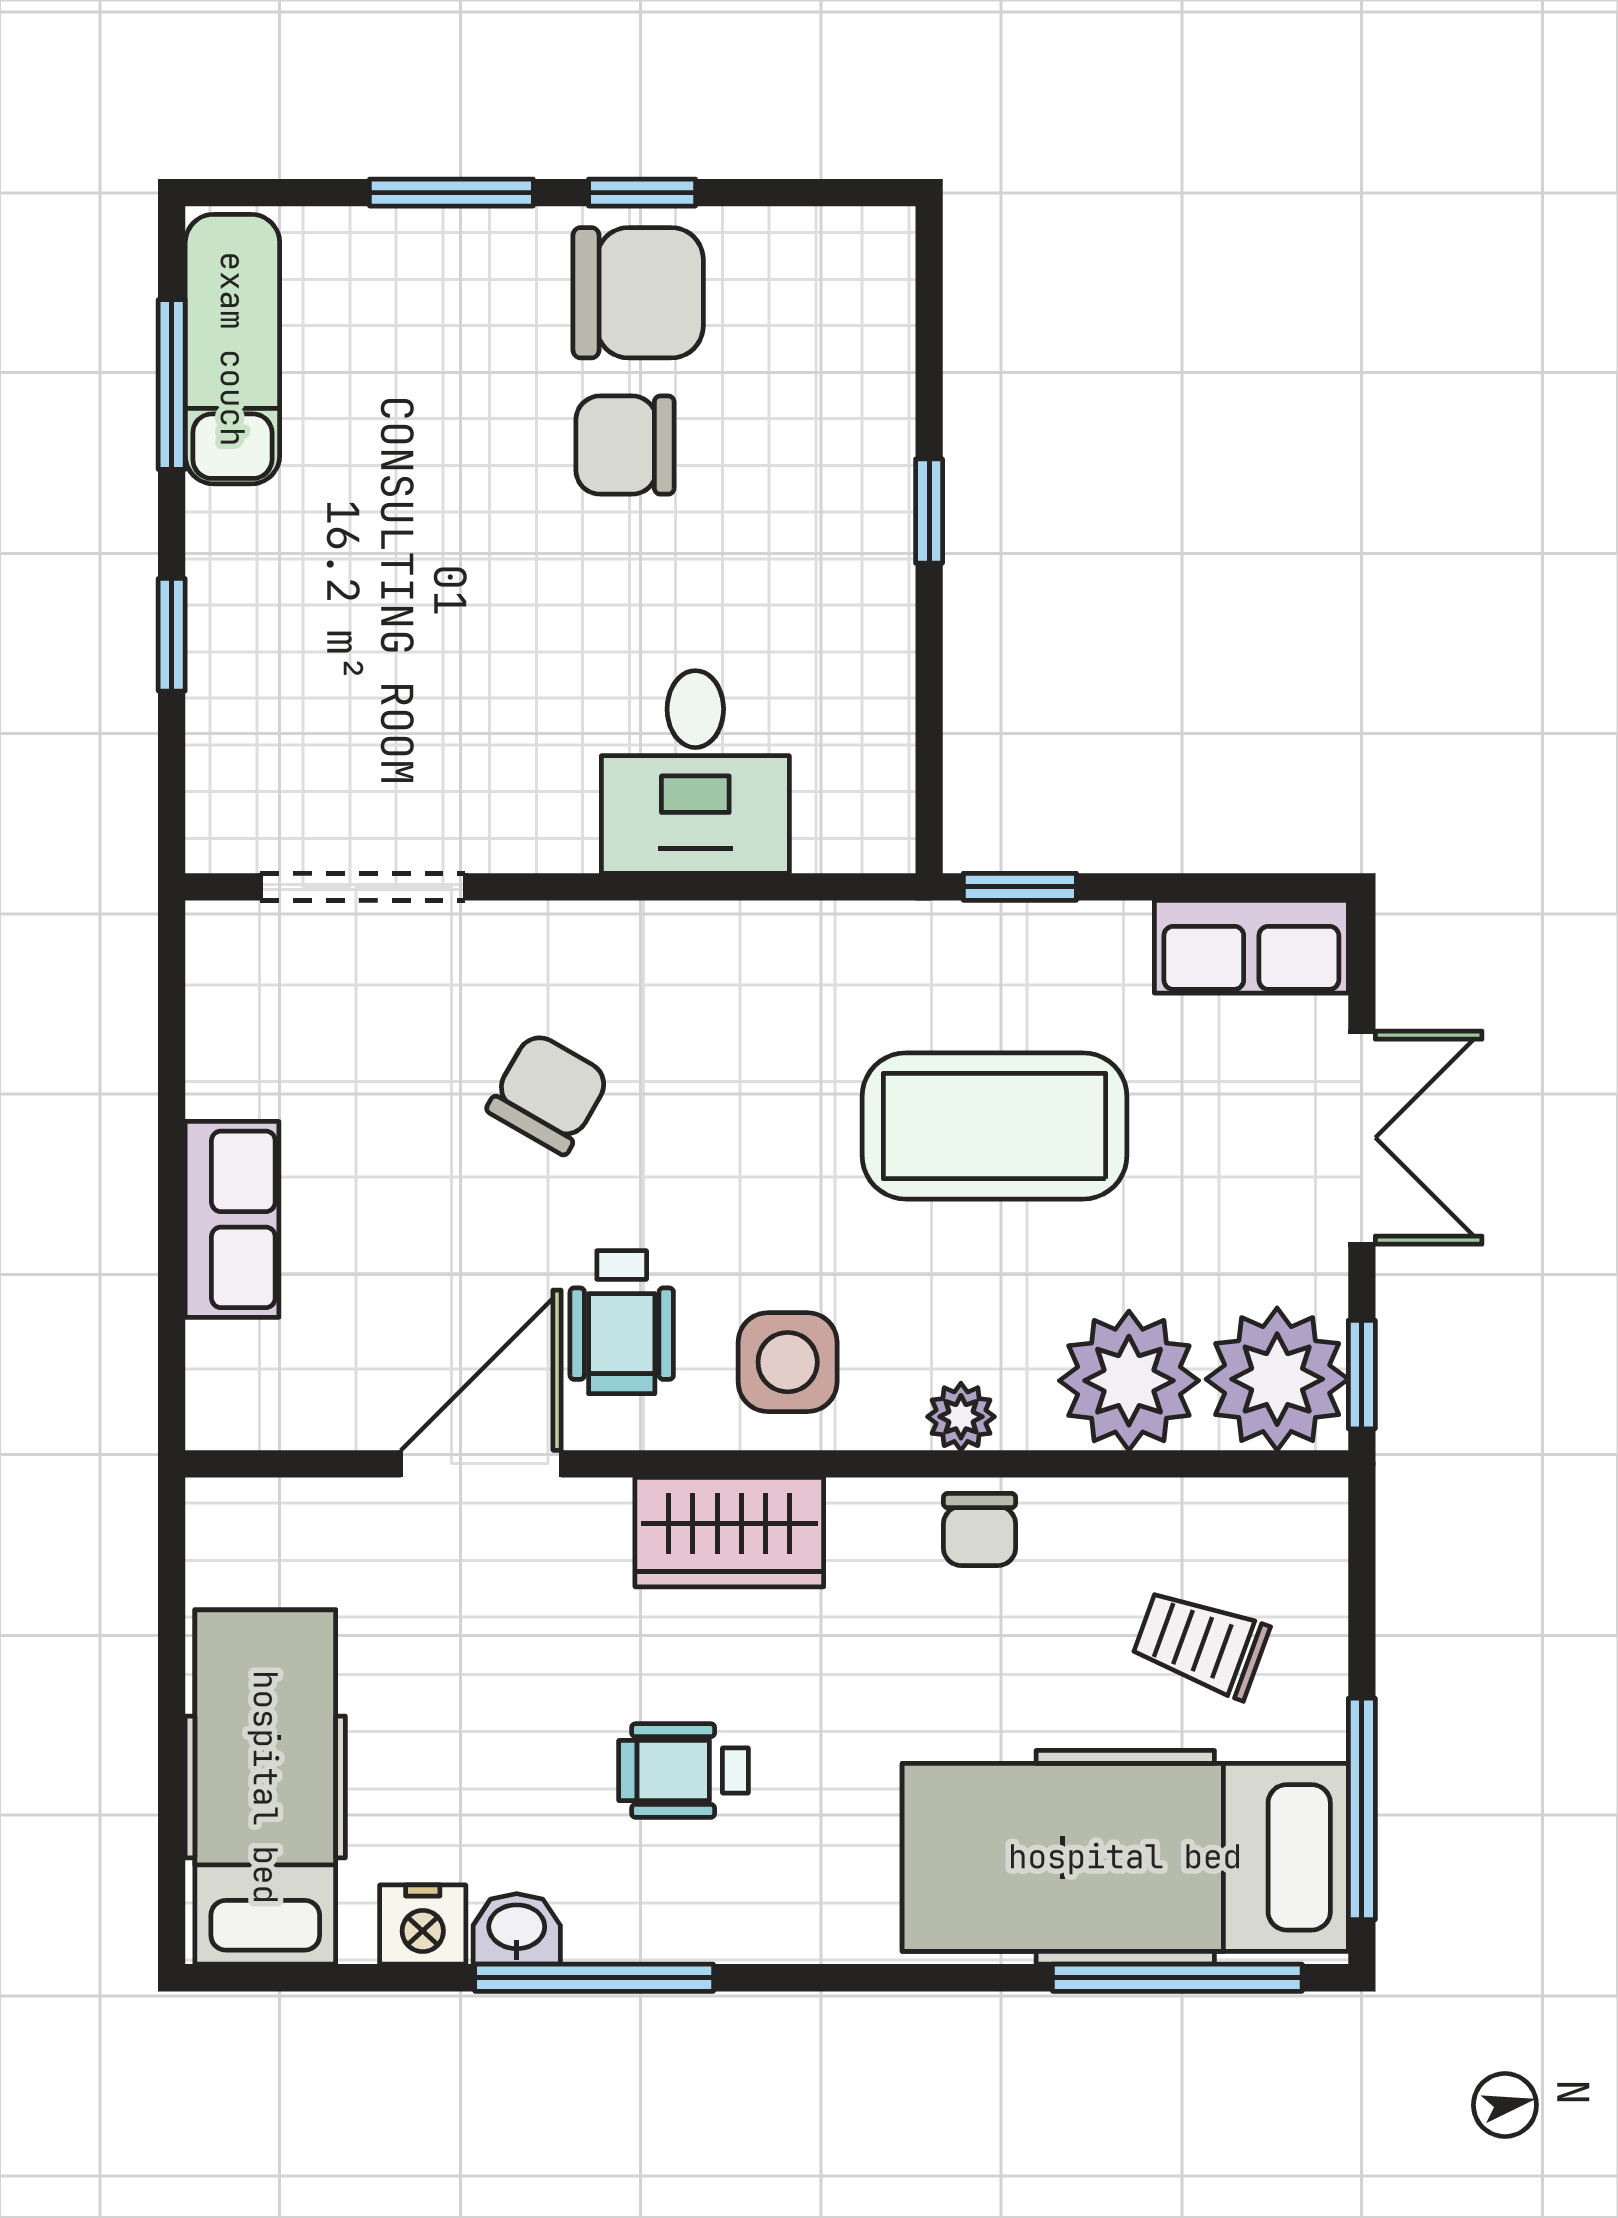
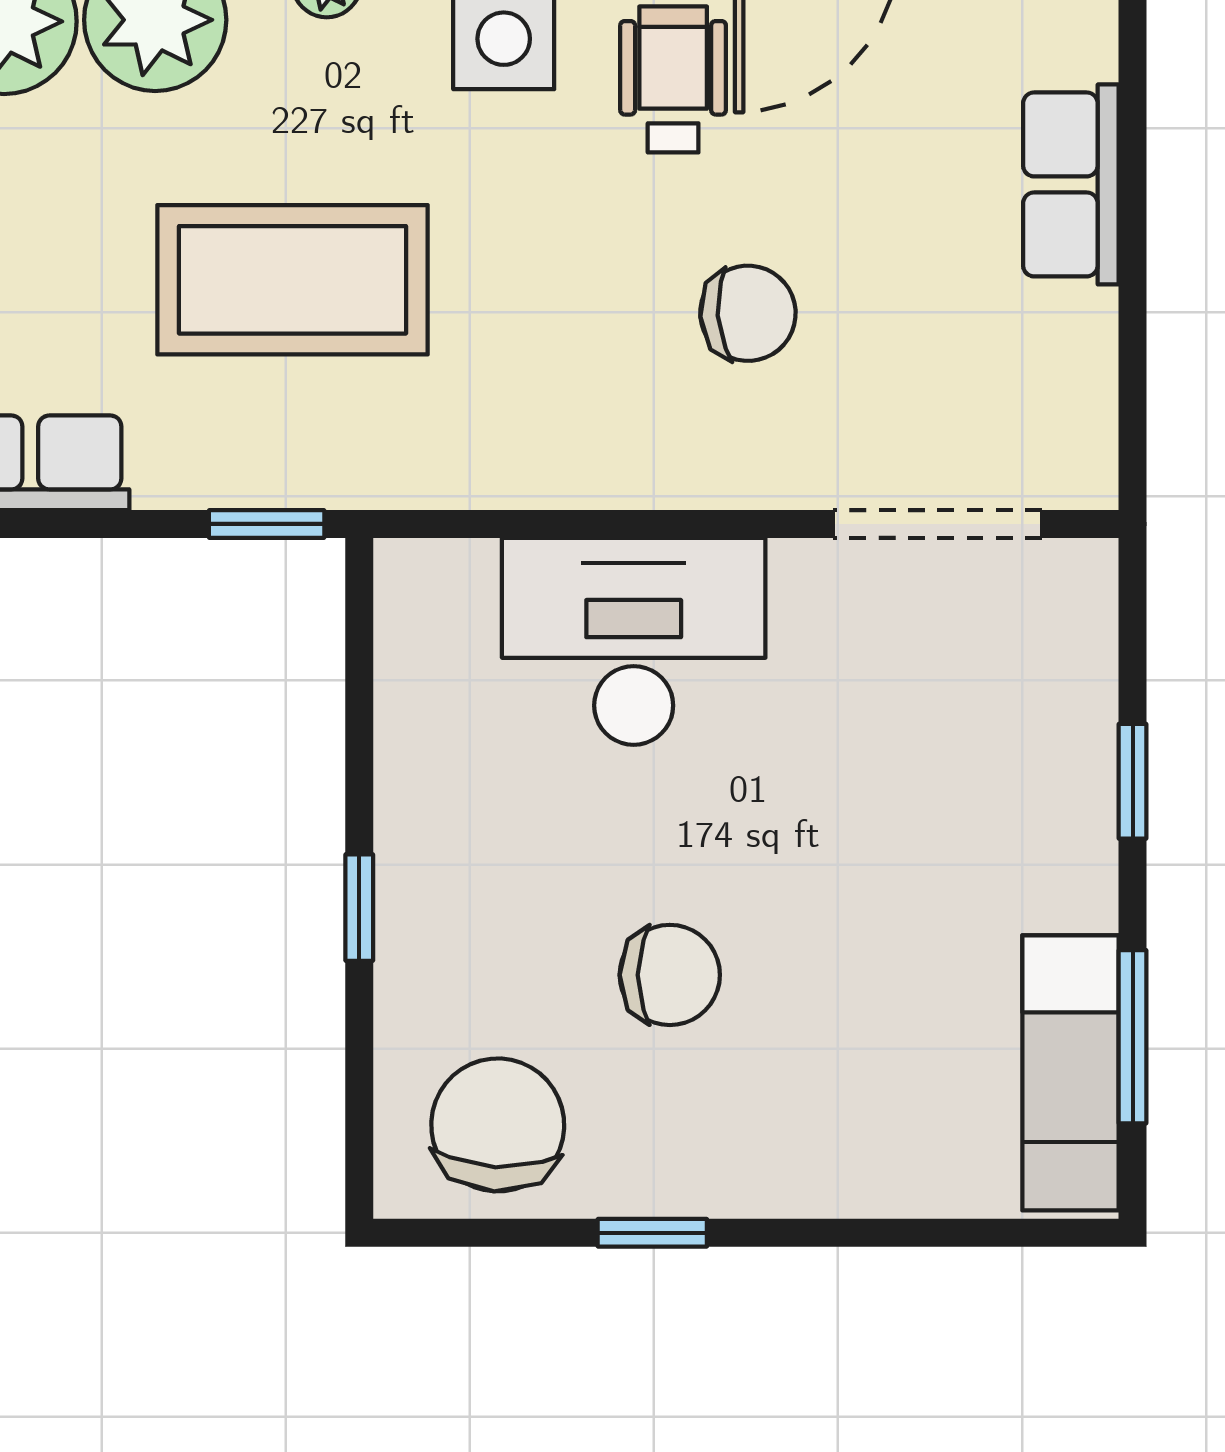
window: (451, 193) -> (847, 1233), removed
chair: (638, 293) -> (498, 1125), moved, turned 93
desk: (695, 772) -> (634, 641), width x1.37
chair: (548, 1093) -> (748, 313), turned -124

